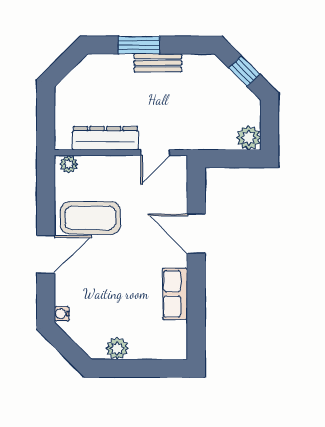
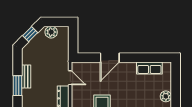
plant: (249, 138) -> (51, 32), moved
row of seats: (175, 294) -> (149, 68), moved

